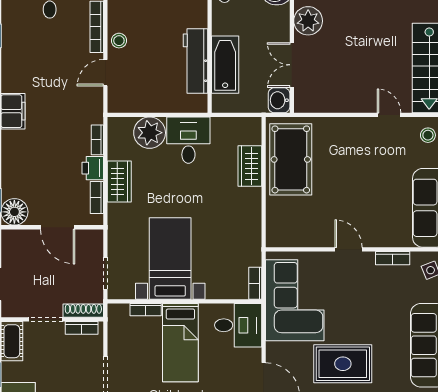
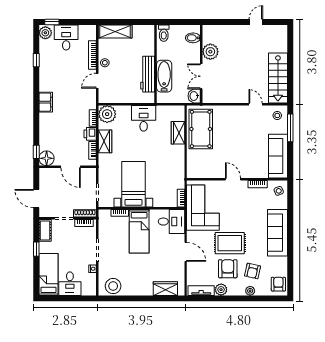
plant: (150, 133) -> (107, 114), moved

